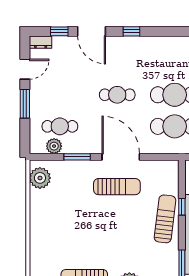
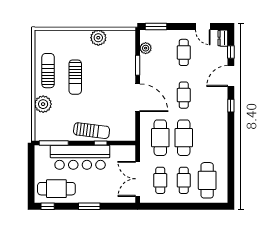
window: (25, 104) -> (156, 27), moved
cafe table: (60, 126) -> (184, 52), moved
door: (121, 157) -> (138, 98), hinge flipped
plant: (40, 178) -> (98, 38), moved
sun lounger: (117, 187) -> (75, 77), moved

